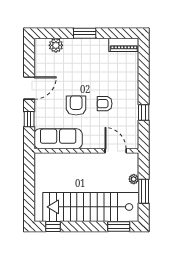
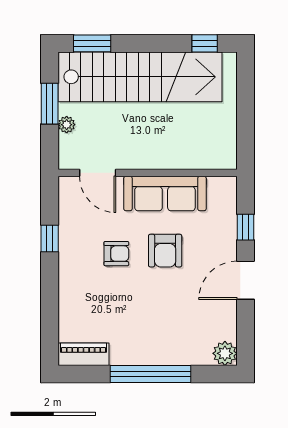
window: (85, 33) -> (151, 374), width x2.11
plant: (56, 45) -> (225, 353), moved
sofa: (58, 139) -> (165, 194), moved

